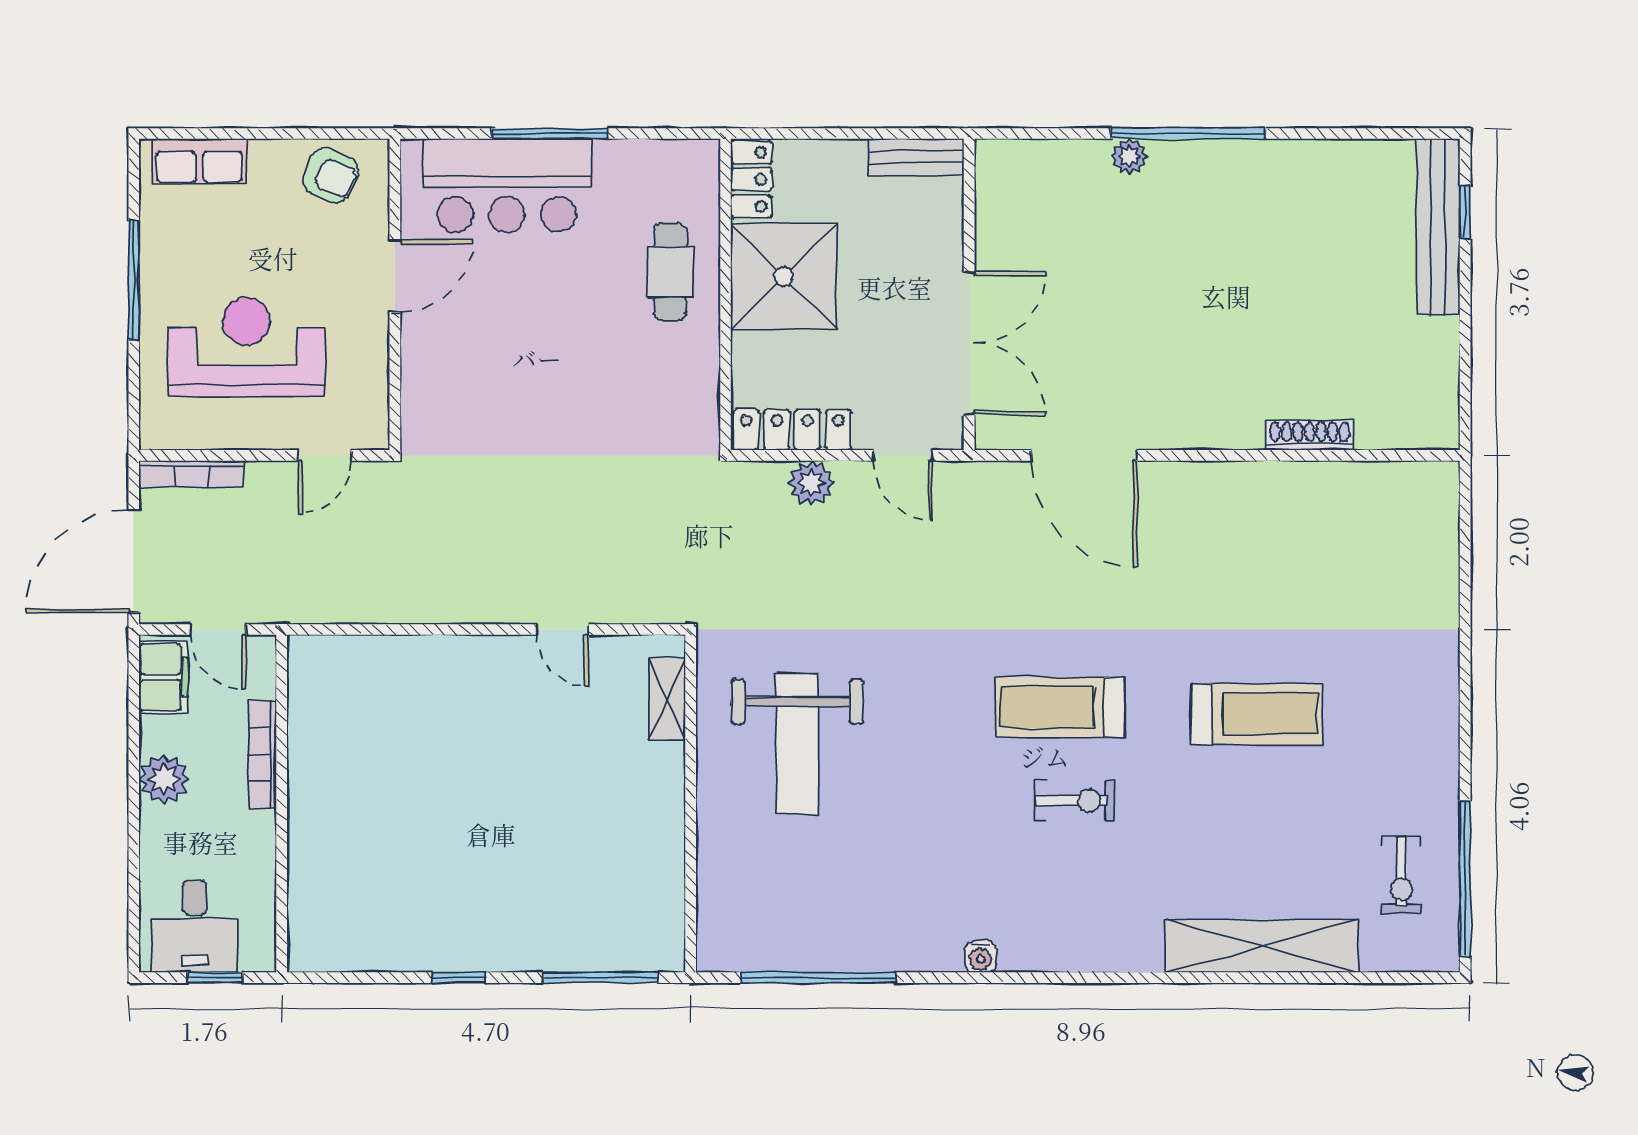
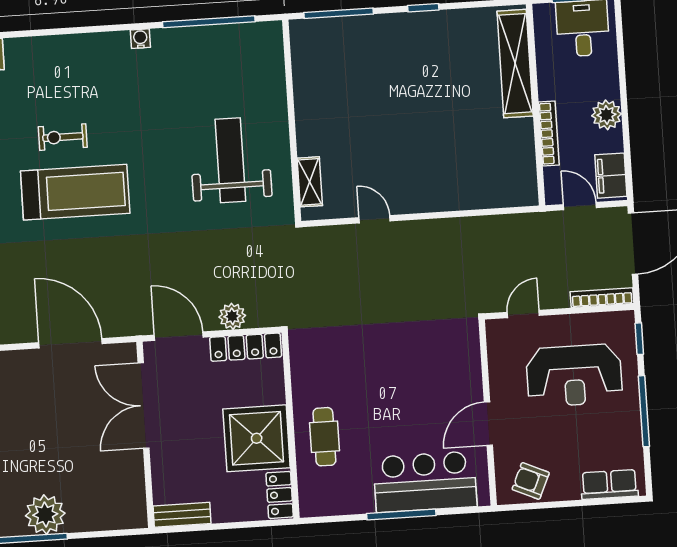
plant: (1129, 156) -> (45, 515), width x1.87, depth x1.87
window: (134, 402) -> (639, 339), added
door: (903, 455) -> (179, 336), width x1.38
treadmill: (1060, 707) -> (75, 192), width x1.37, depth x1.38
shelving: (311, 875) -> (515, 64), added
water cooler: (981, 957) -> (140, 39), moved

